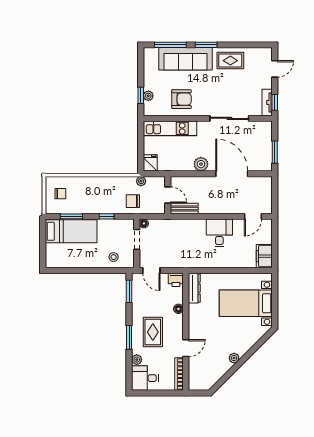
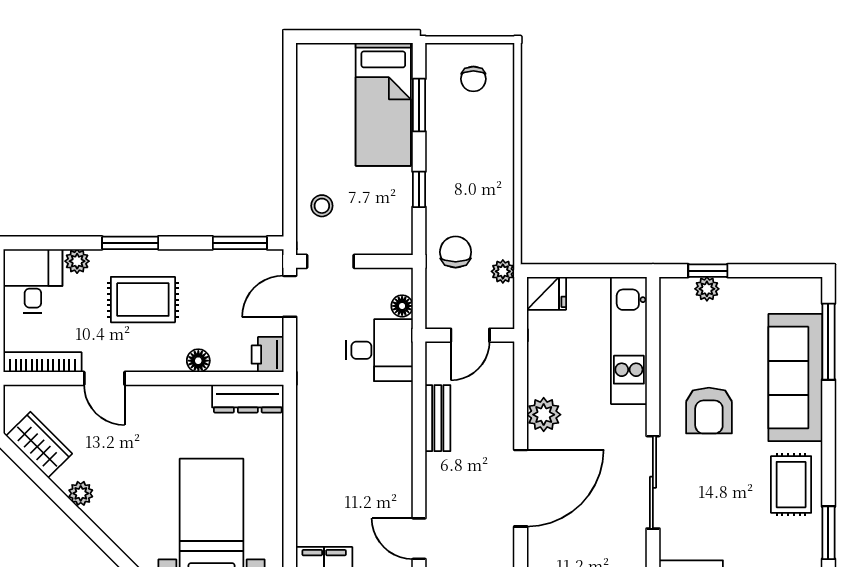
window: (206, 45) -> (828, 533), moved
armchair: (181, 99) -> (709, 411), moved
bench: (184, 208) -> (438, 418), moved
floor lamp: (144, 223) -> (402, 306), moved
desk: (219, 233) -> (379, 350), moved
doorway: (137, 239) -> (330, 261), moved
wardrobe: (214, 375) -> (39, 445), added

